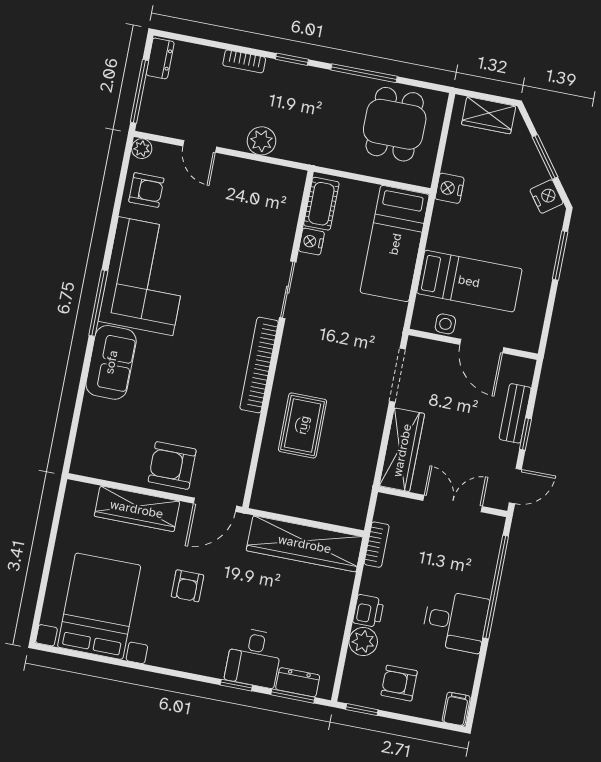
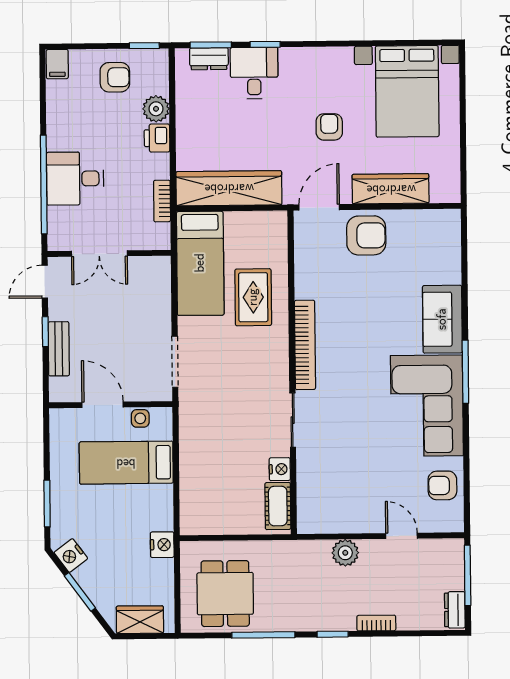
plant: (142, 149) -> (455, 523), removed
bed: (395, 244) -> (200, 263), moved, turned 180
wardrobe: (402, 450) -> (157, 294), removed
desk: (455, 621) -> (75, 179), moved

